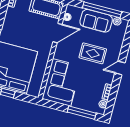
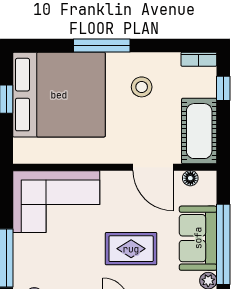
stool: (19, 28) -> (142, 87), added
rug: (93, 53) -> (131, 249), turned 90

